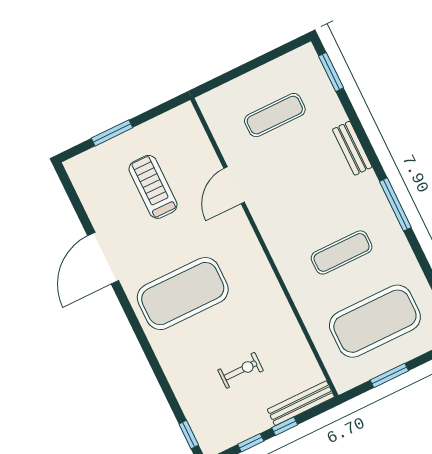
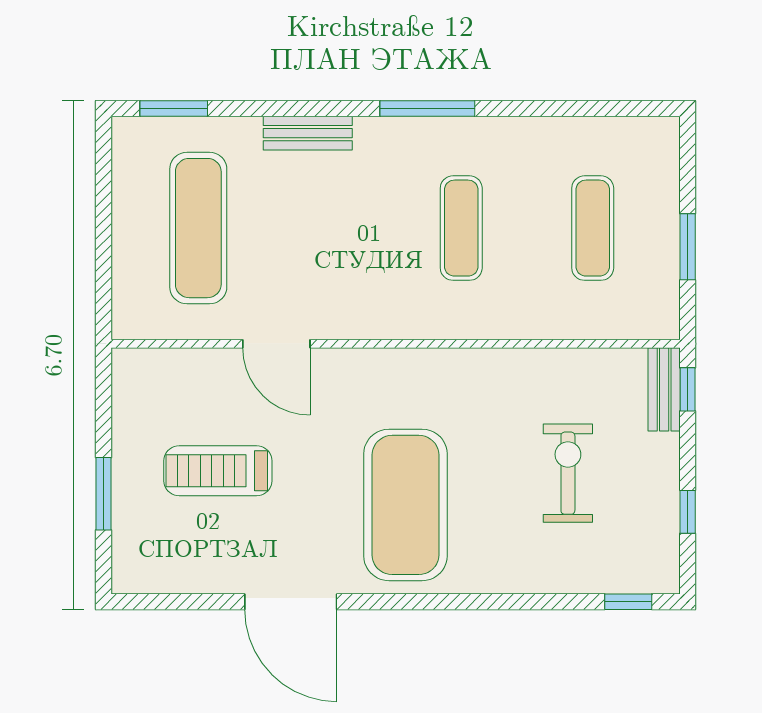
exercise mat: (275, 115) -> (198, 228), width x1.36, depth x1.45
exercise mat: (375, 321) -> (593, 228), width x0.50, depth x0.69
exercise bike: (241, 370) -> (568, 473), width x1.38, depth x1.39
bench: (301, 403) -> (664, 389), width x0.73
window: (285, 426) -> (688, 389), moved

